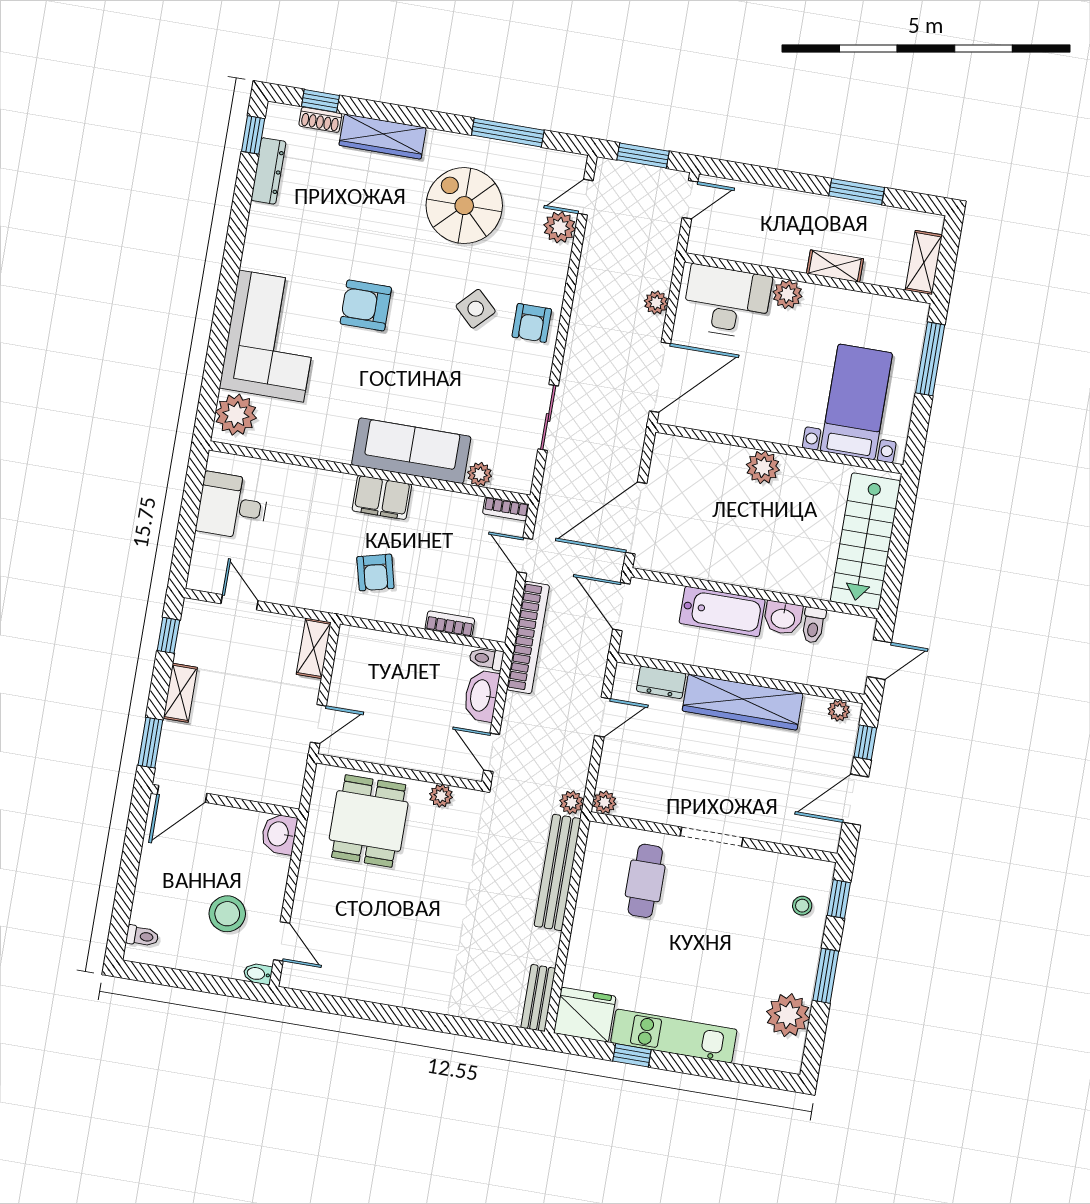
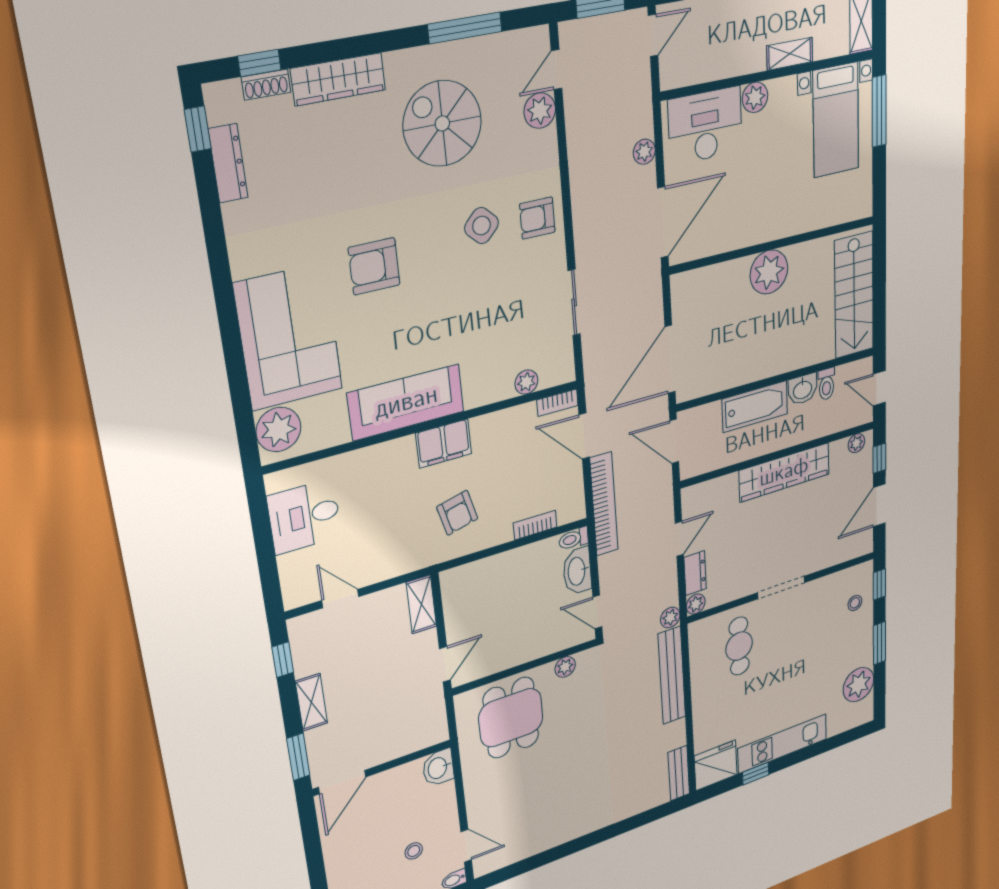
armchair: (532, 323) -> (537, 218), turned 90
bed with nightstands: (856, 402) -> (836, 120), moved, turned 180
sofa: (411, 451) -> (406, 402), moved
plant: (763, 467) -> (769, 272), width x1.36, depth x1.36
door: (525, 556) -> (584, 436), width x1.38
door: (879, 660) -> (879, 388), swing flipped
dresser: (661, 682) -> (695, 573), moved, turned -90
stool: (227, 914) -> (414, 851), width x0.53, depth x0.53

